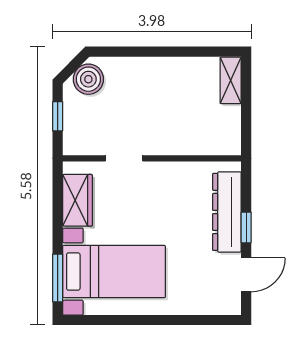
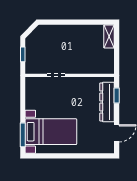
boiler: (88, 79) -> (38, 36), removed
wardrobe: (77, 200) -> (33, 96), removed
window: (246, 227) -> (117, 96), moved

